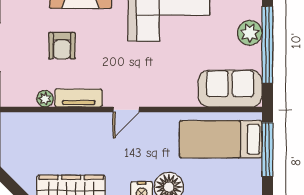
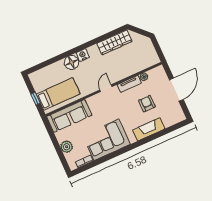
window: (267, 45) -> (56, 145), removed
sofa: (230, 89) -> (69, 116), width x1.36
window: (267, 150) -> (35, 99), width x0.46

